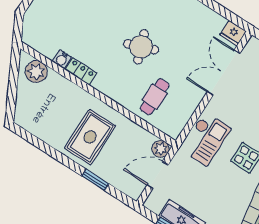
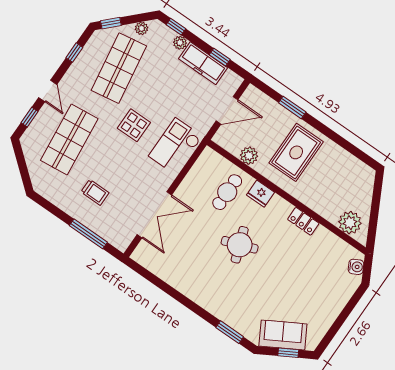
fridge: (233, 33) -> (261, 194), moved, turned 180
water cooler: (62, 59) -> (356, 267), moved, turned 62
plant: (161, 149) -> (249, 156), moved

